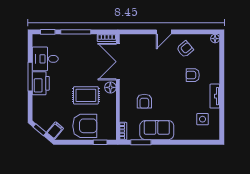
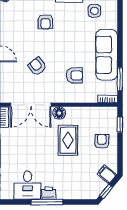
armchair: (185, 49) -> (37, 66), moved
printer: (41, 83) -> (49, 193), width x0.53, depth x0.68
armchair: (85, 126) -> (102, 141), width x0.53, depth x0.53
sofa: (157, 130) -> (107, 55), width x1.36

